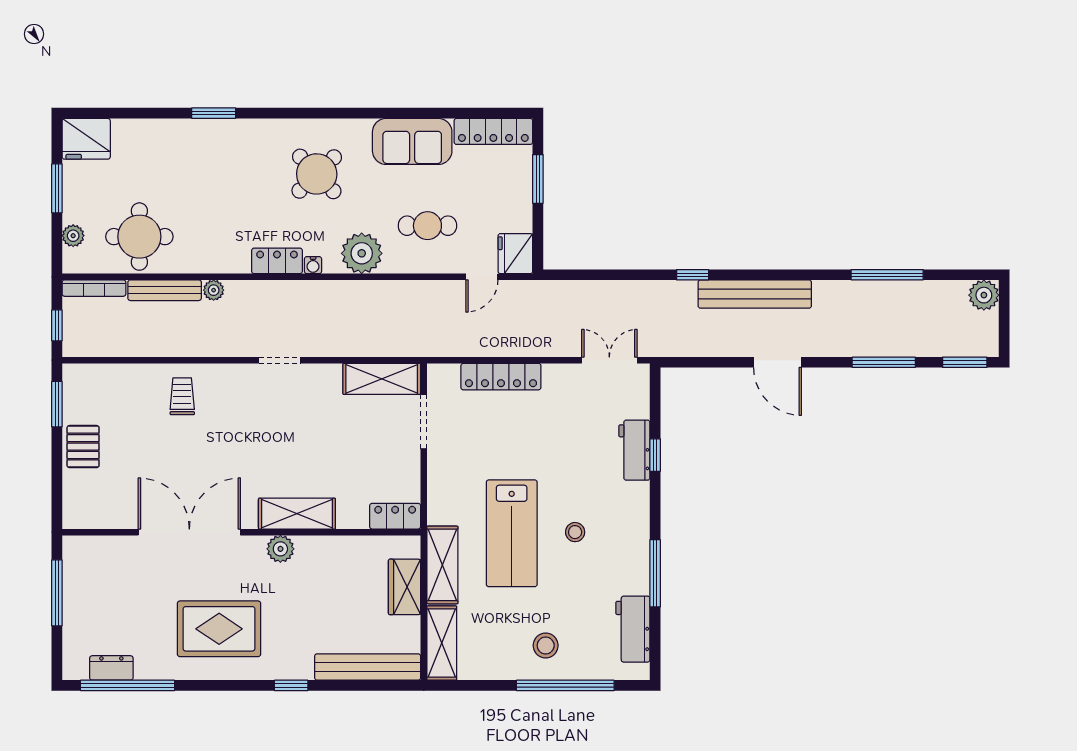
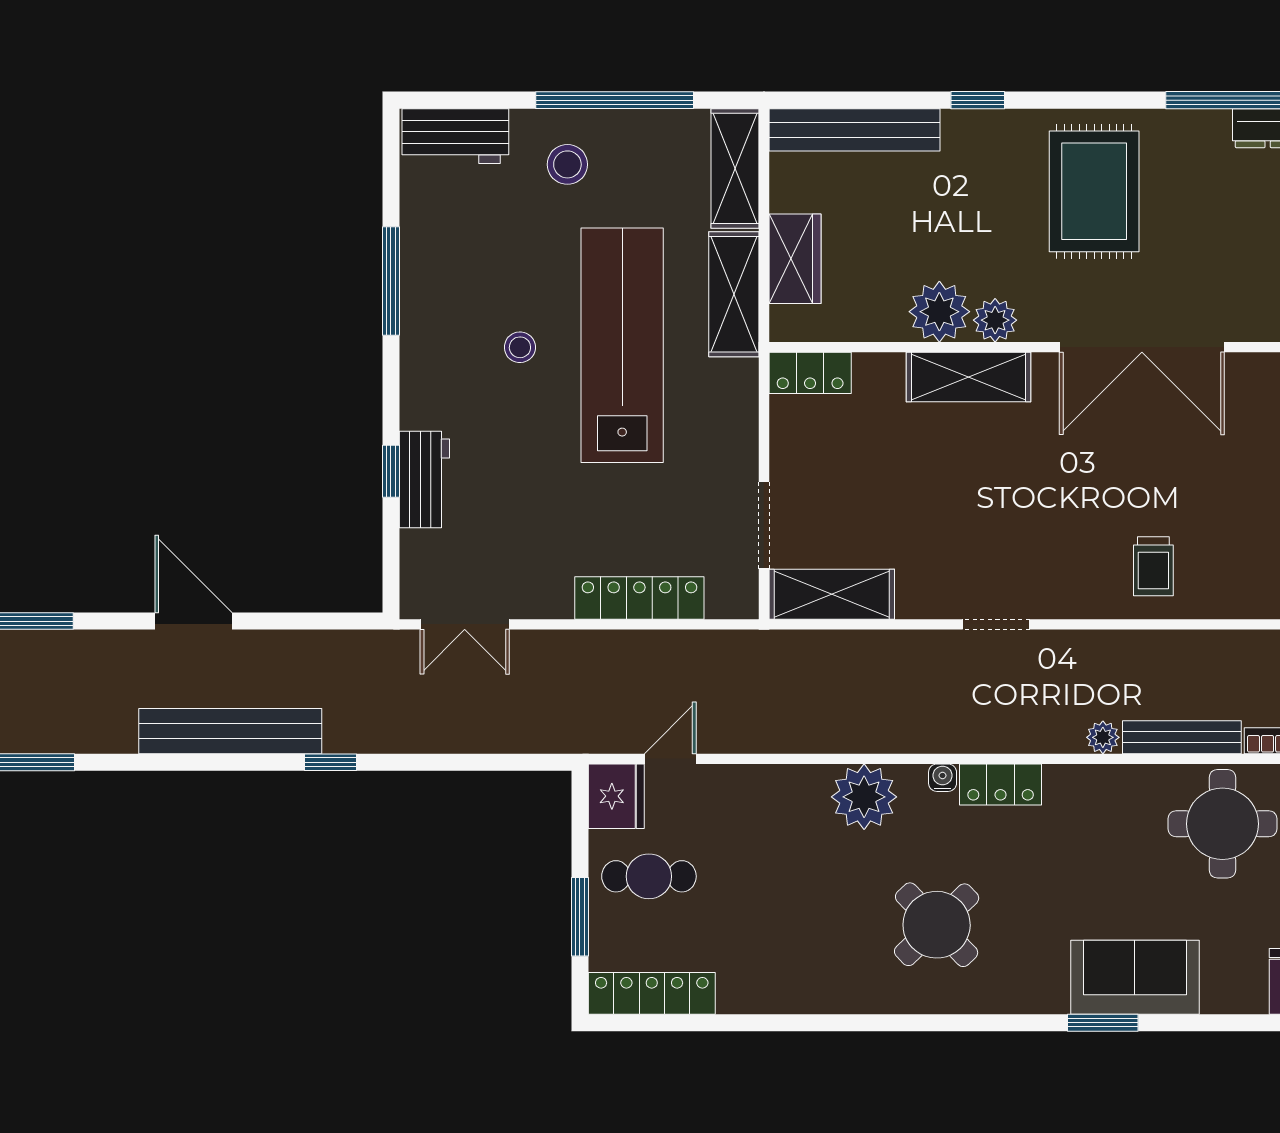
sofa: (412, 141) -> (1135, 977), moved
cafe table: (427, 226) -> (649, 876), moved
lab bench: (512, 533) -> (622, 345), width x1.36
plant: (315, 554) -> (939, 312), added
rug: (219, 629) -> (1094, 191), turned 90
workbench: (633, 629) -> (455, 136), moved, turned 90
window: (565, 685) -> (615, 100), moved

